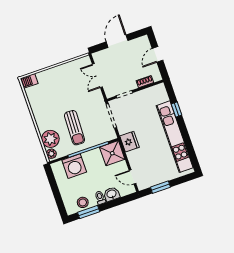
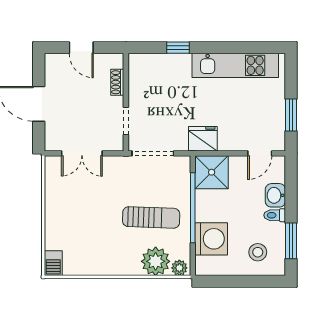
kitchen unit: (175, 137) -> (235, 65), width x0.73
stool: (83, 202) -> (258, 252), moved

